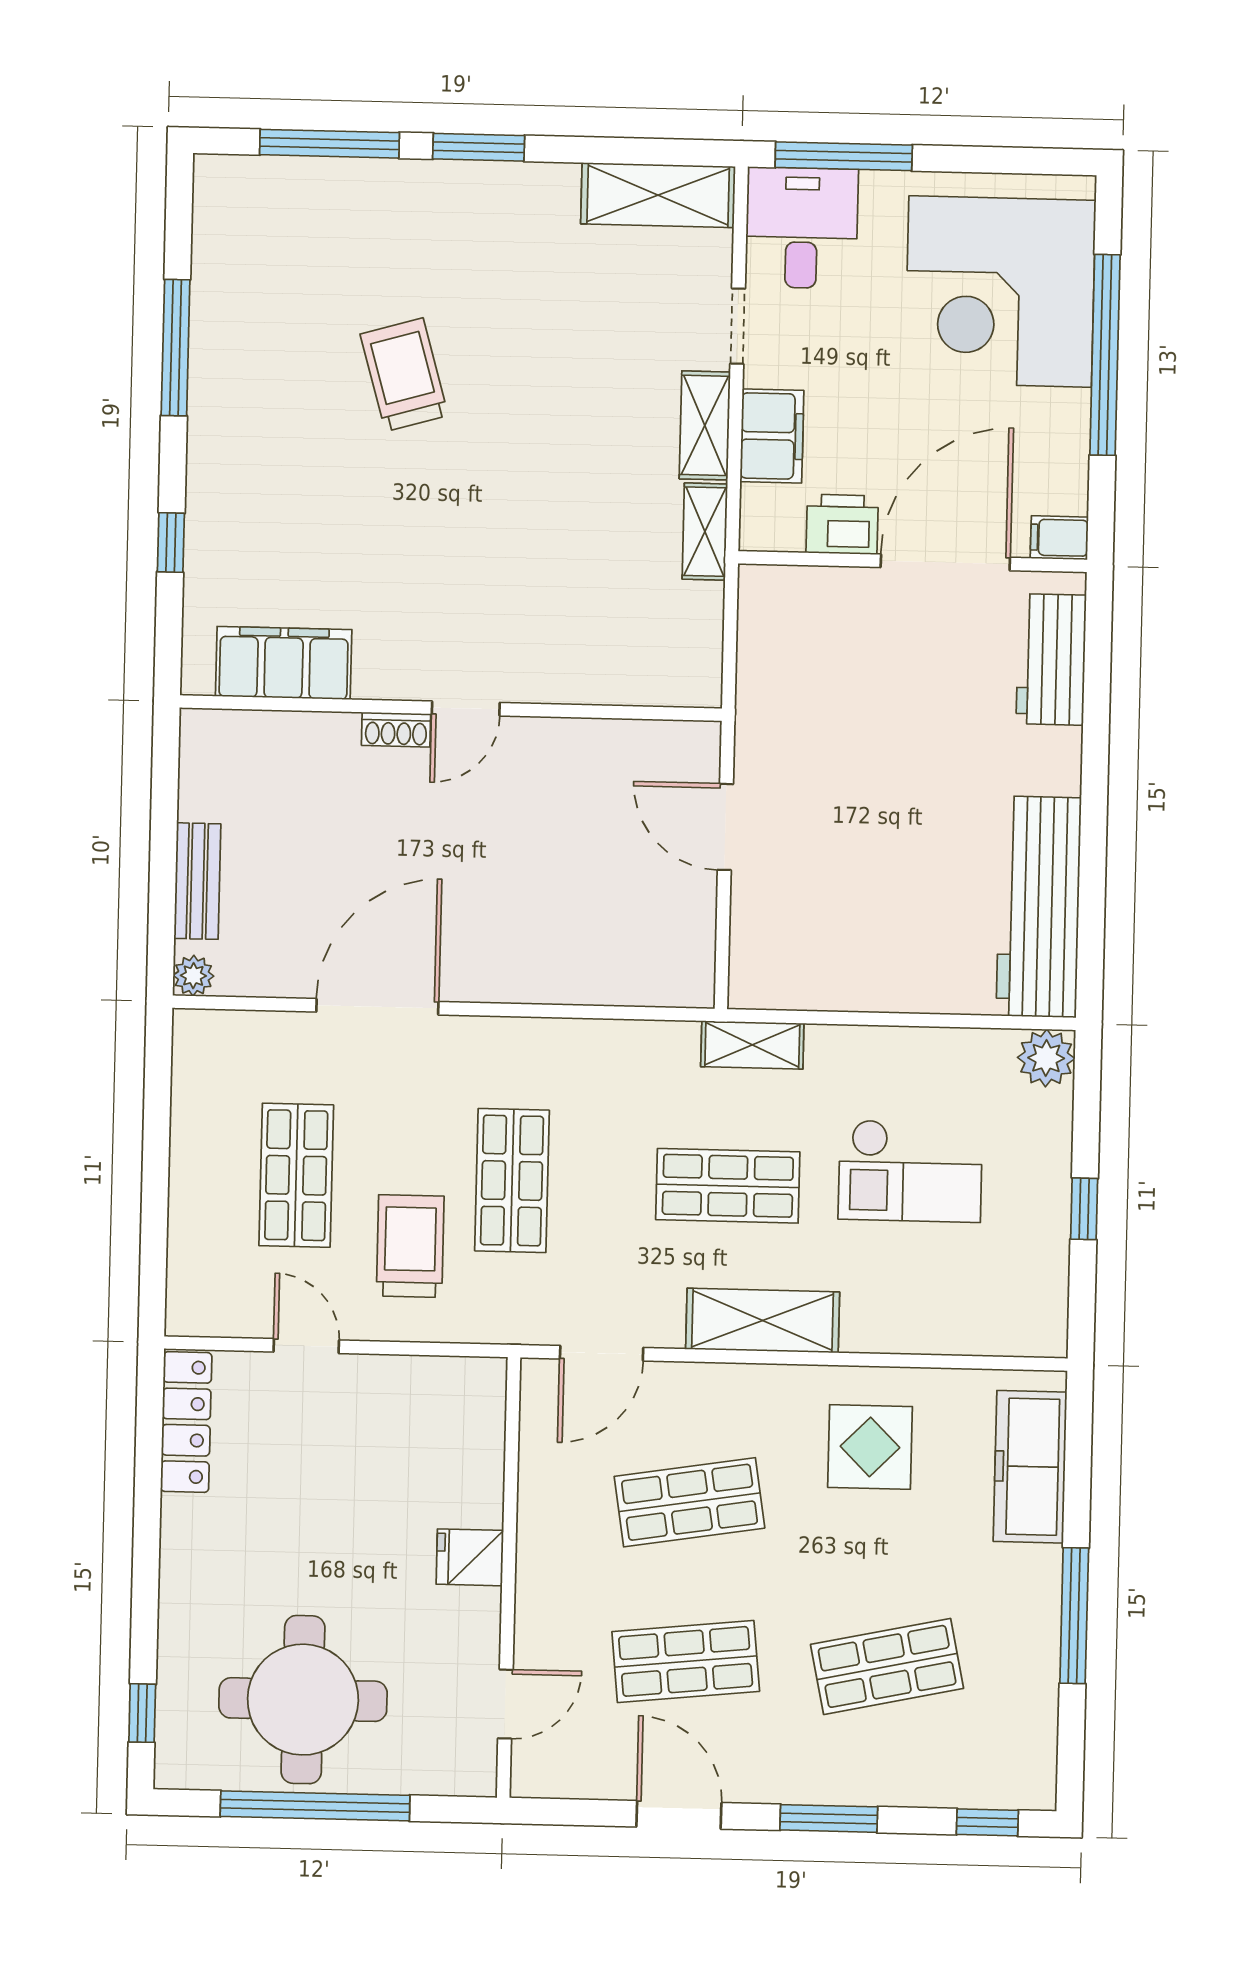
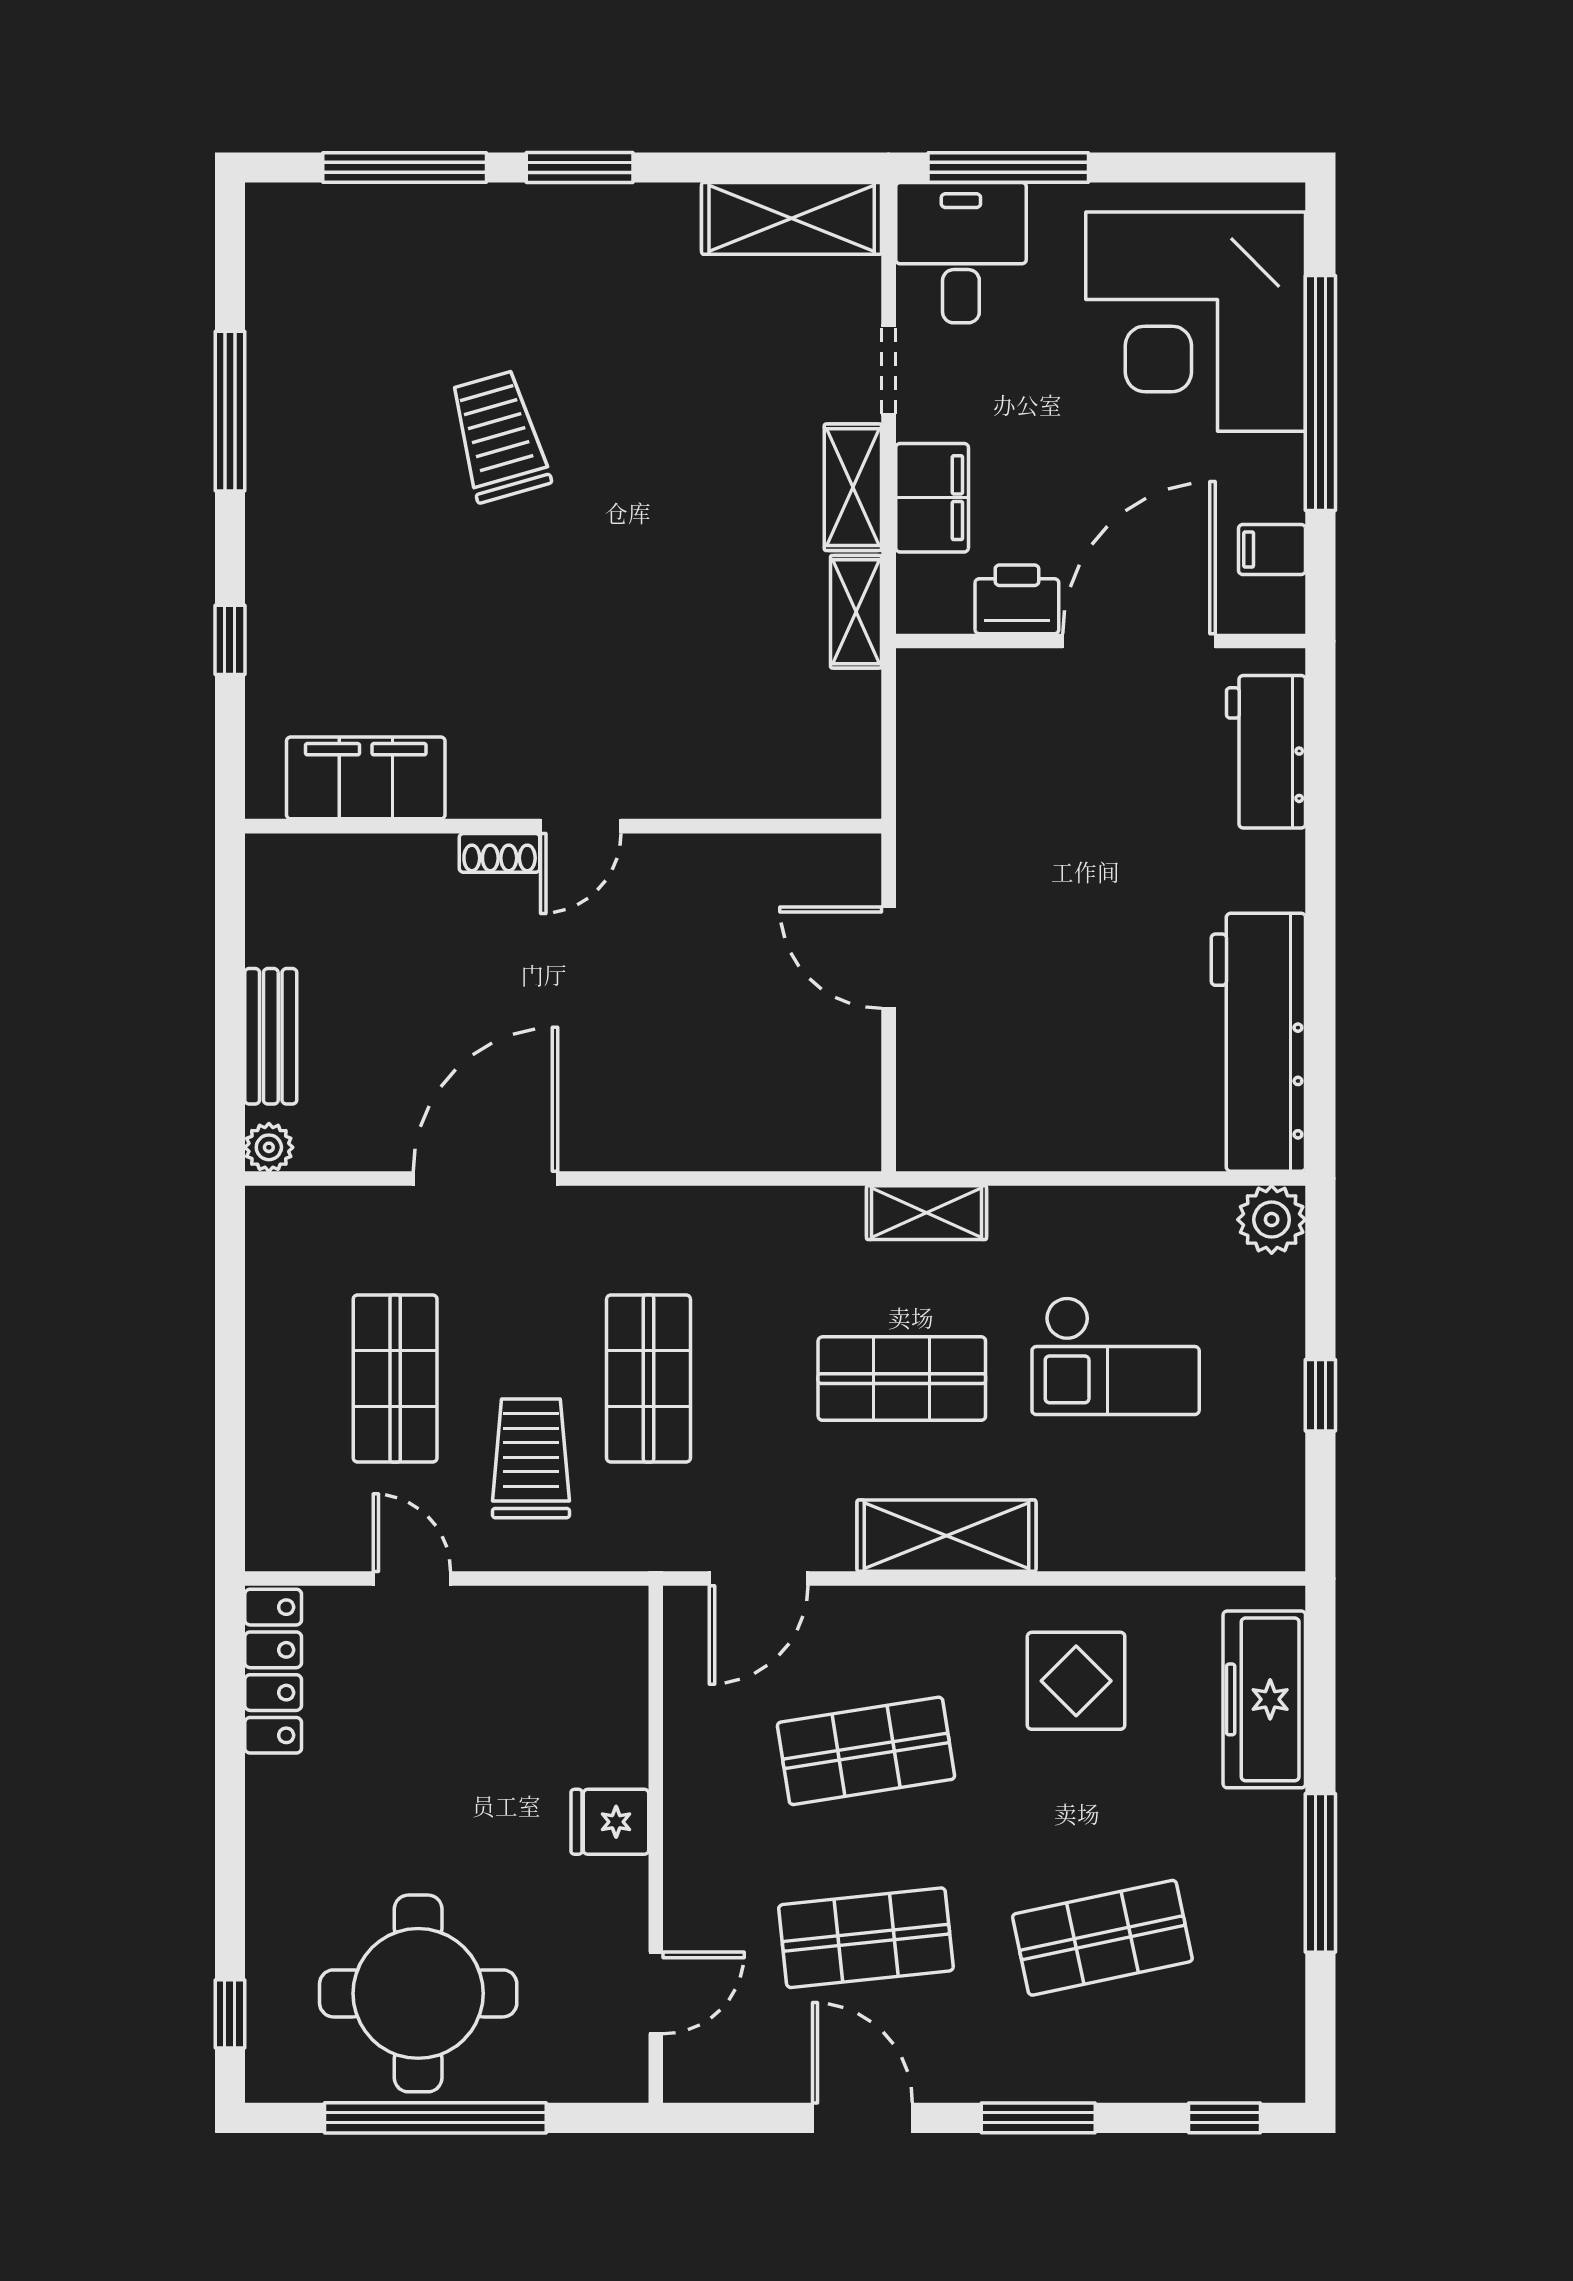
filing cabinet: (1059, 538) -> (1272, 549), moved

